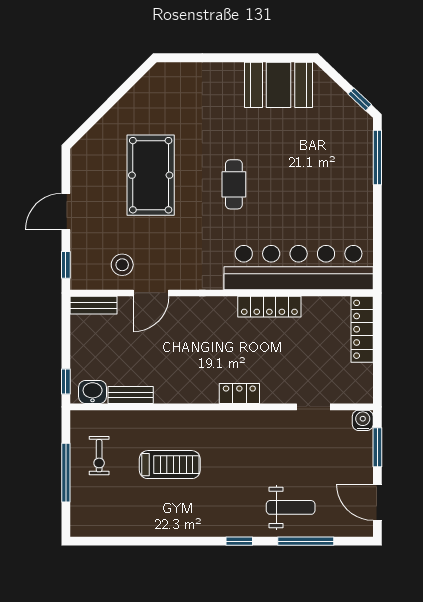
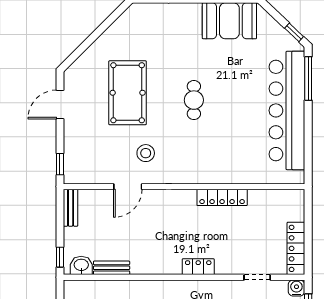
door: (66, 211) -> (60, 104), moved
stool: (122, 265) -> (146, 153), moved
bar counter: (299, 268) -> (287, 110), moved, turned -90
bench: (94, 305) -> (71, 208), moved, turned 90
locker: (362, 329) -> (296, 248), moved

